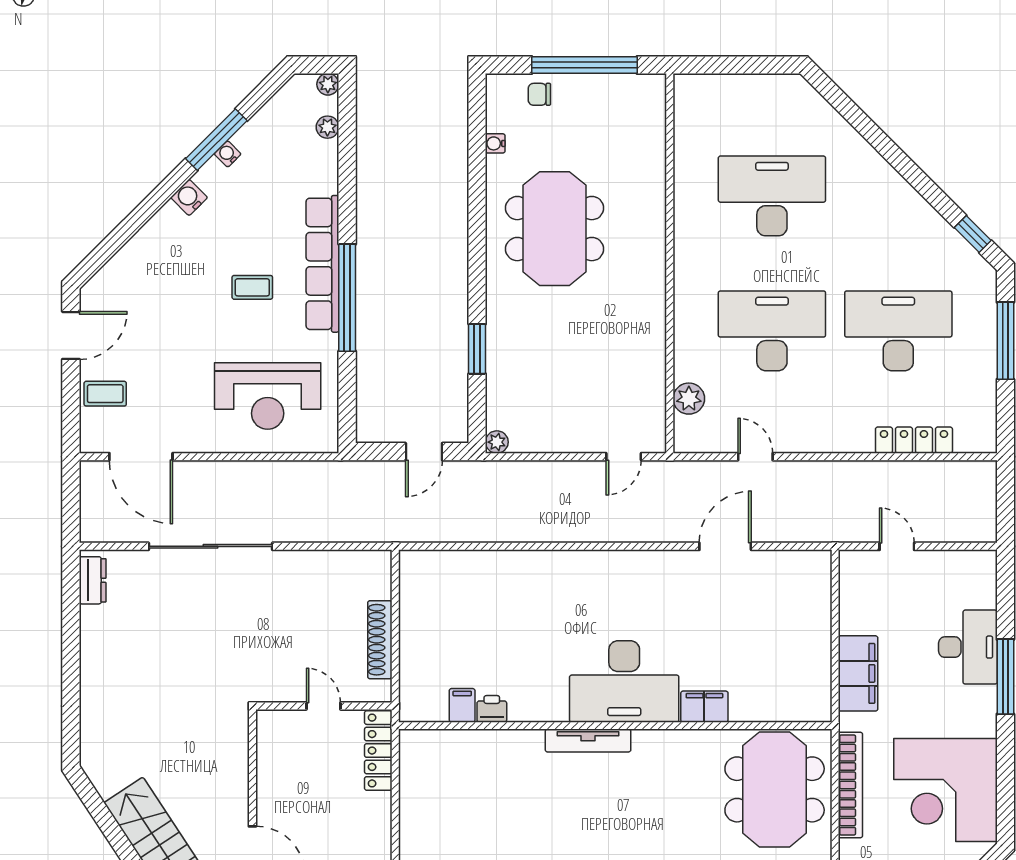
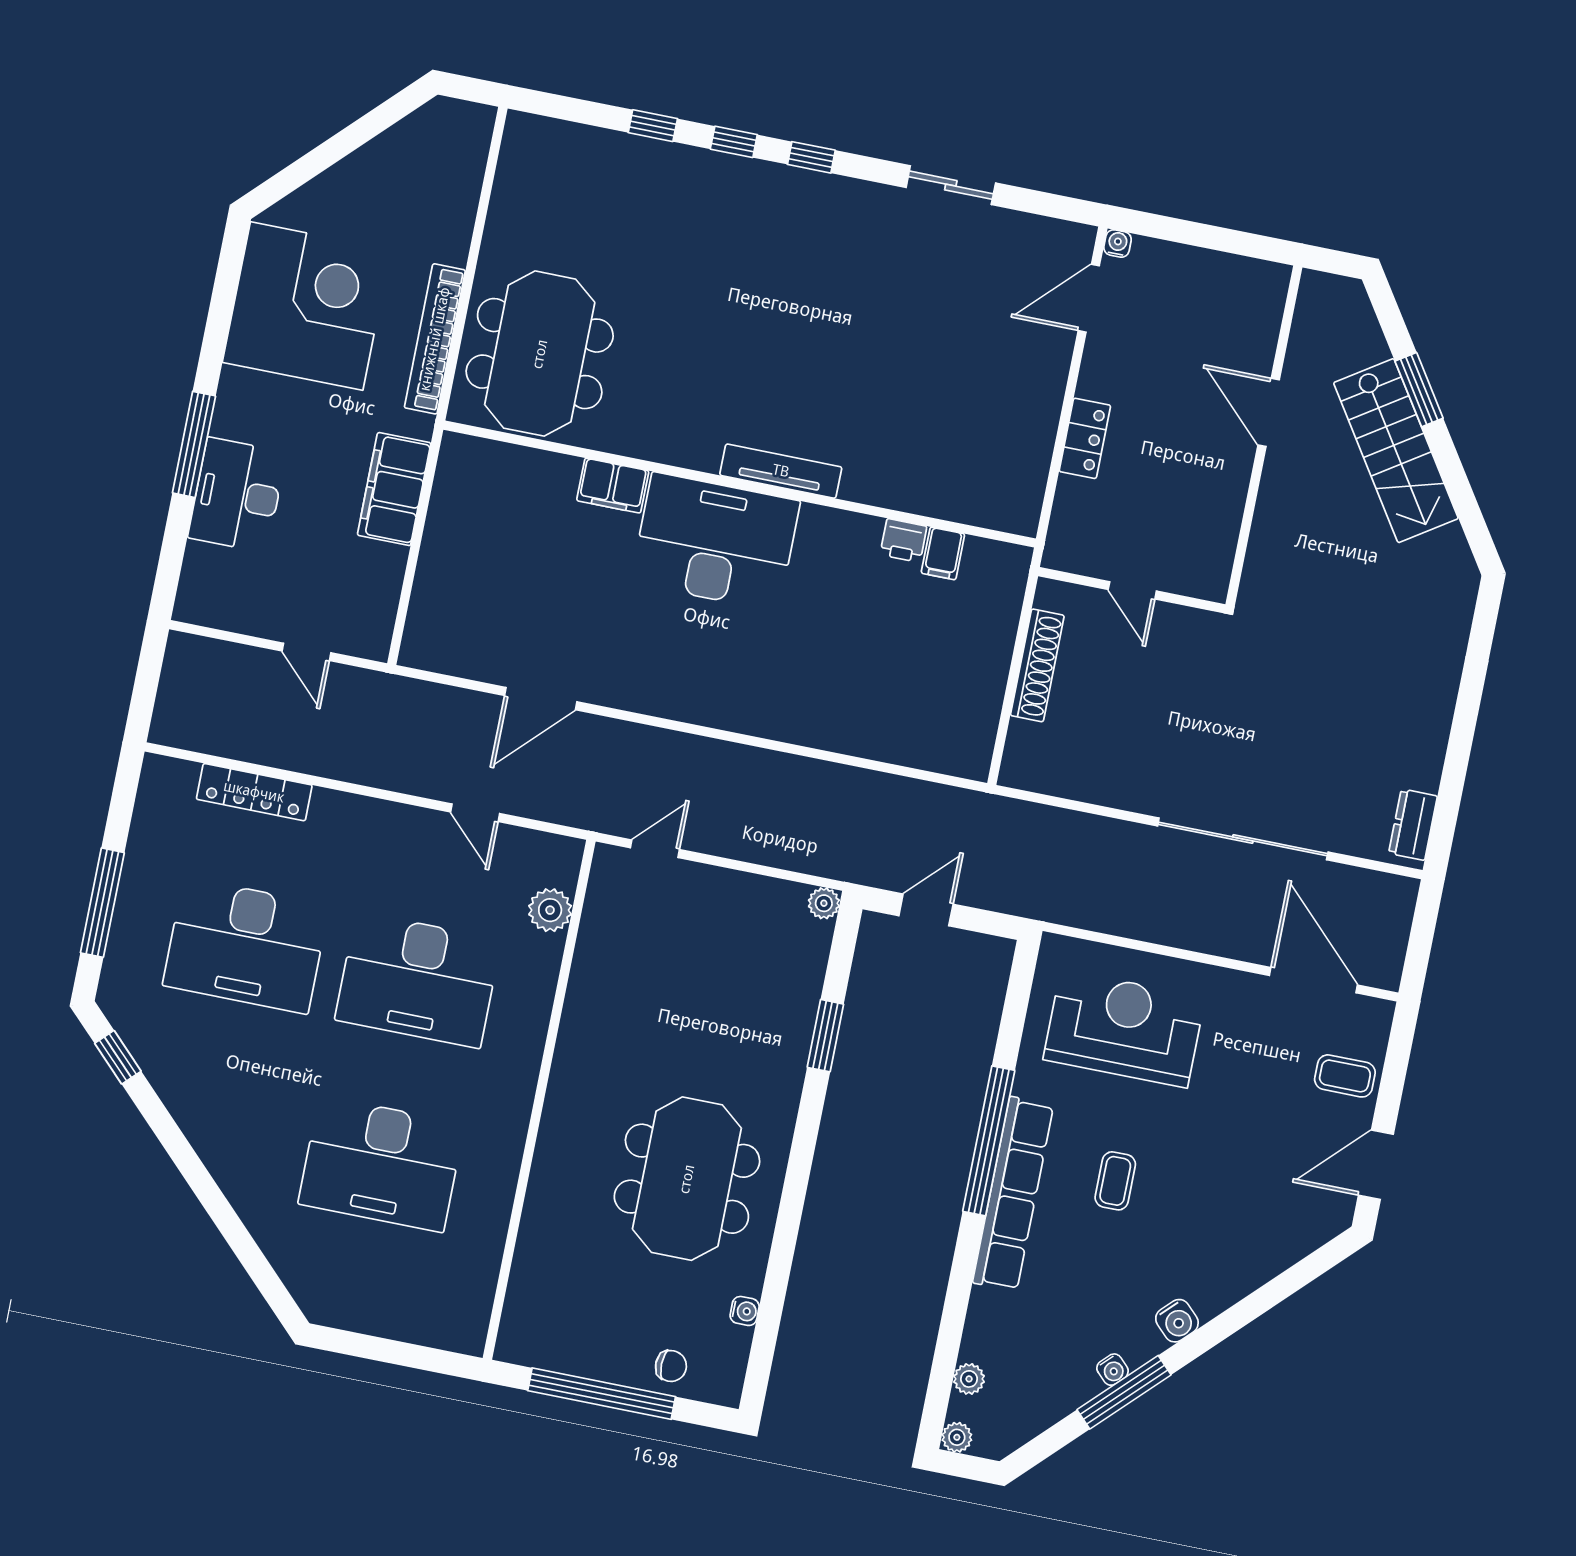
coffee table: (252, 287) -> (1115, 1181), turned 90
locker: (378, 751) -> (1085, 438), moved, width x0.66

